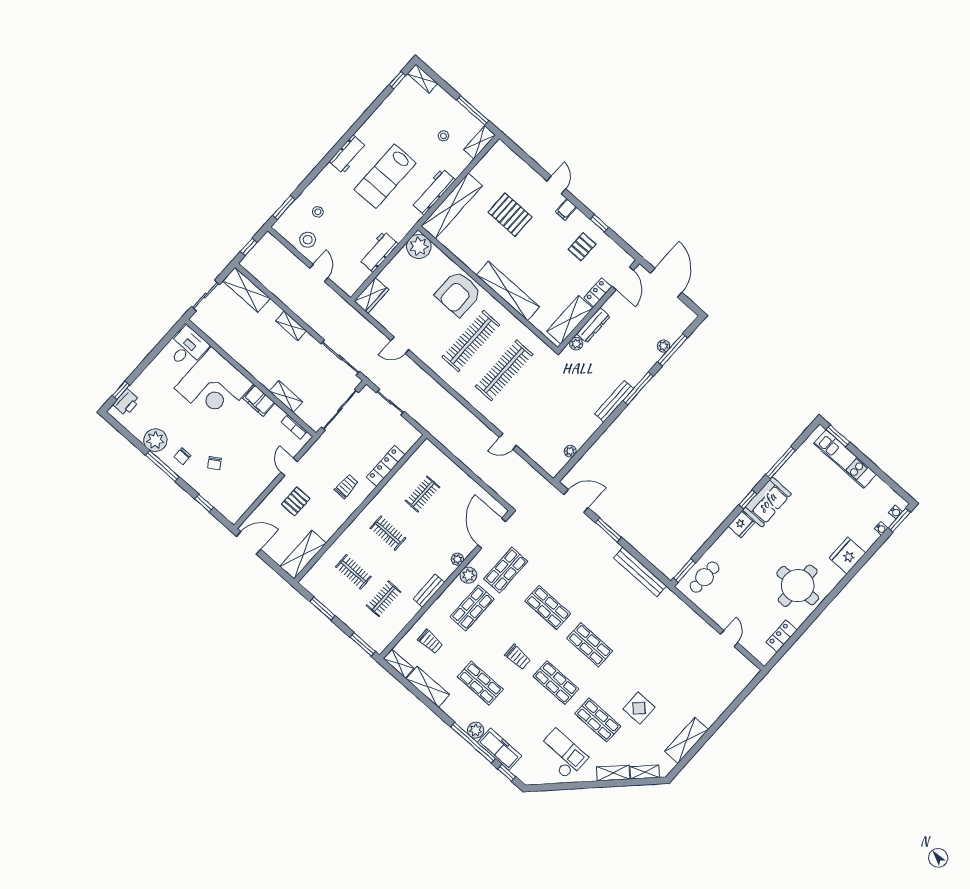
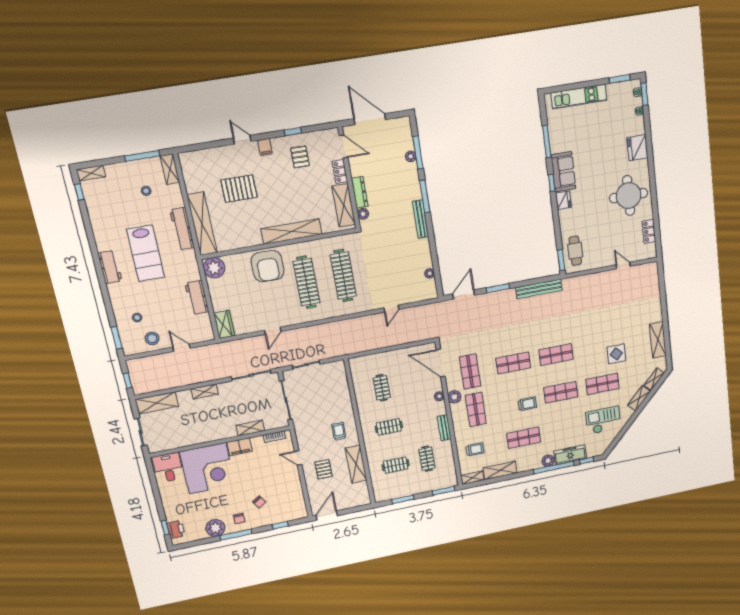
window: (838, 436) -> (620, 79), moved
locker: (386, 466) -> (345, 398), removed
shelving: (303, 555) -> (356, 464), moved

